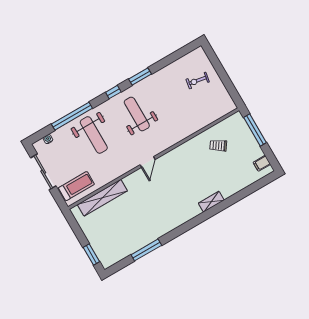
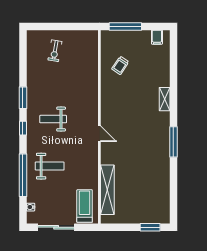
weight bench: (137, 114) -> (53, 119), width x0.73, depth x0.75
weight bench: (94, 135) -> (50, 166), width x0.73, depth x0.75
window: (146, 250) -> (173, 142), moved

